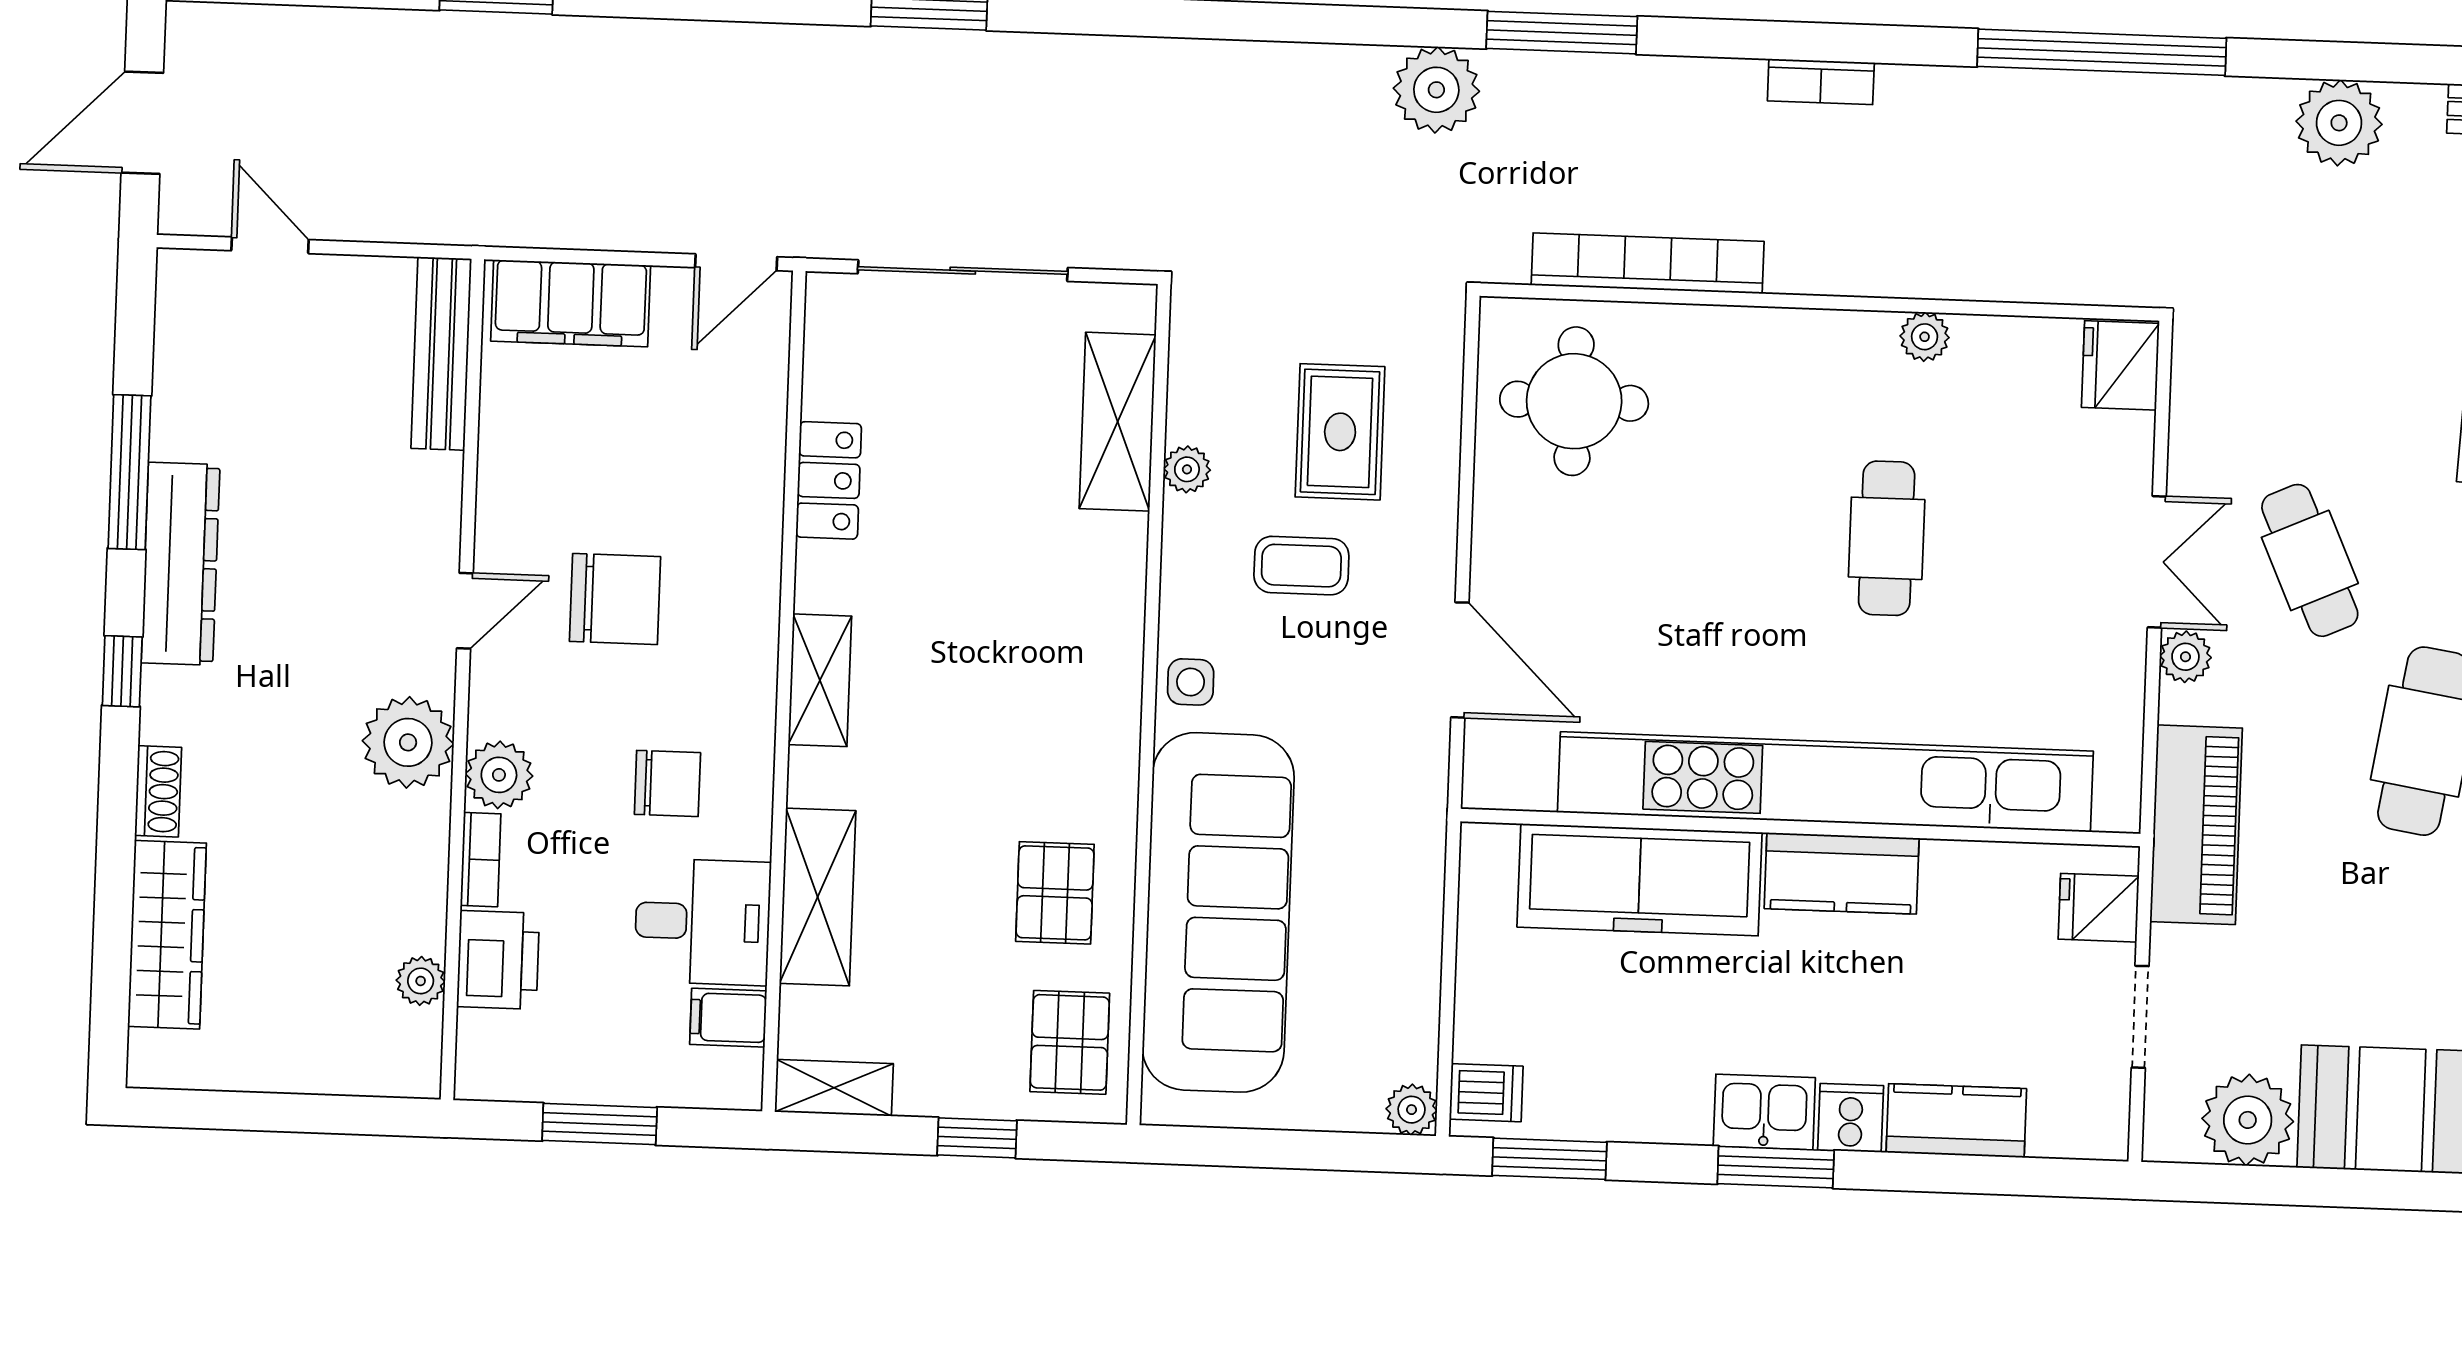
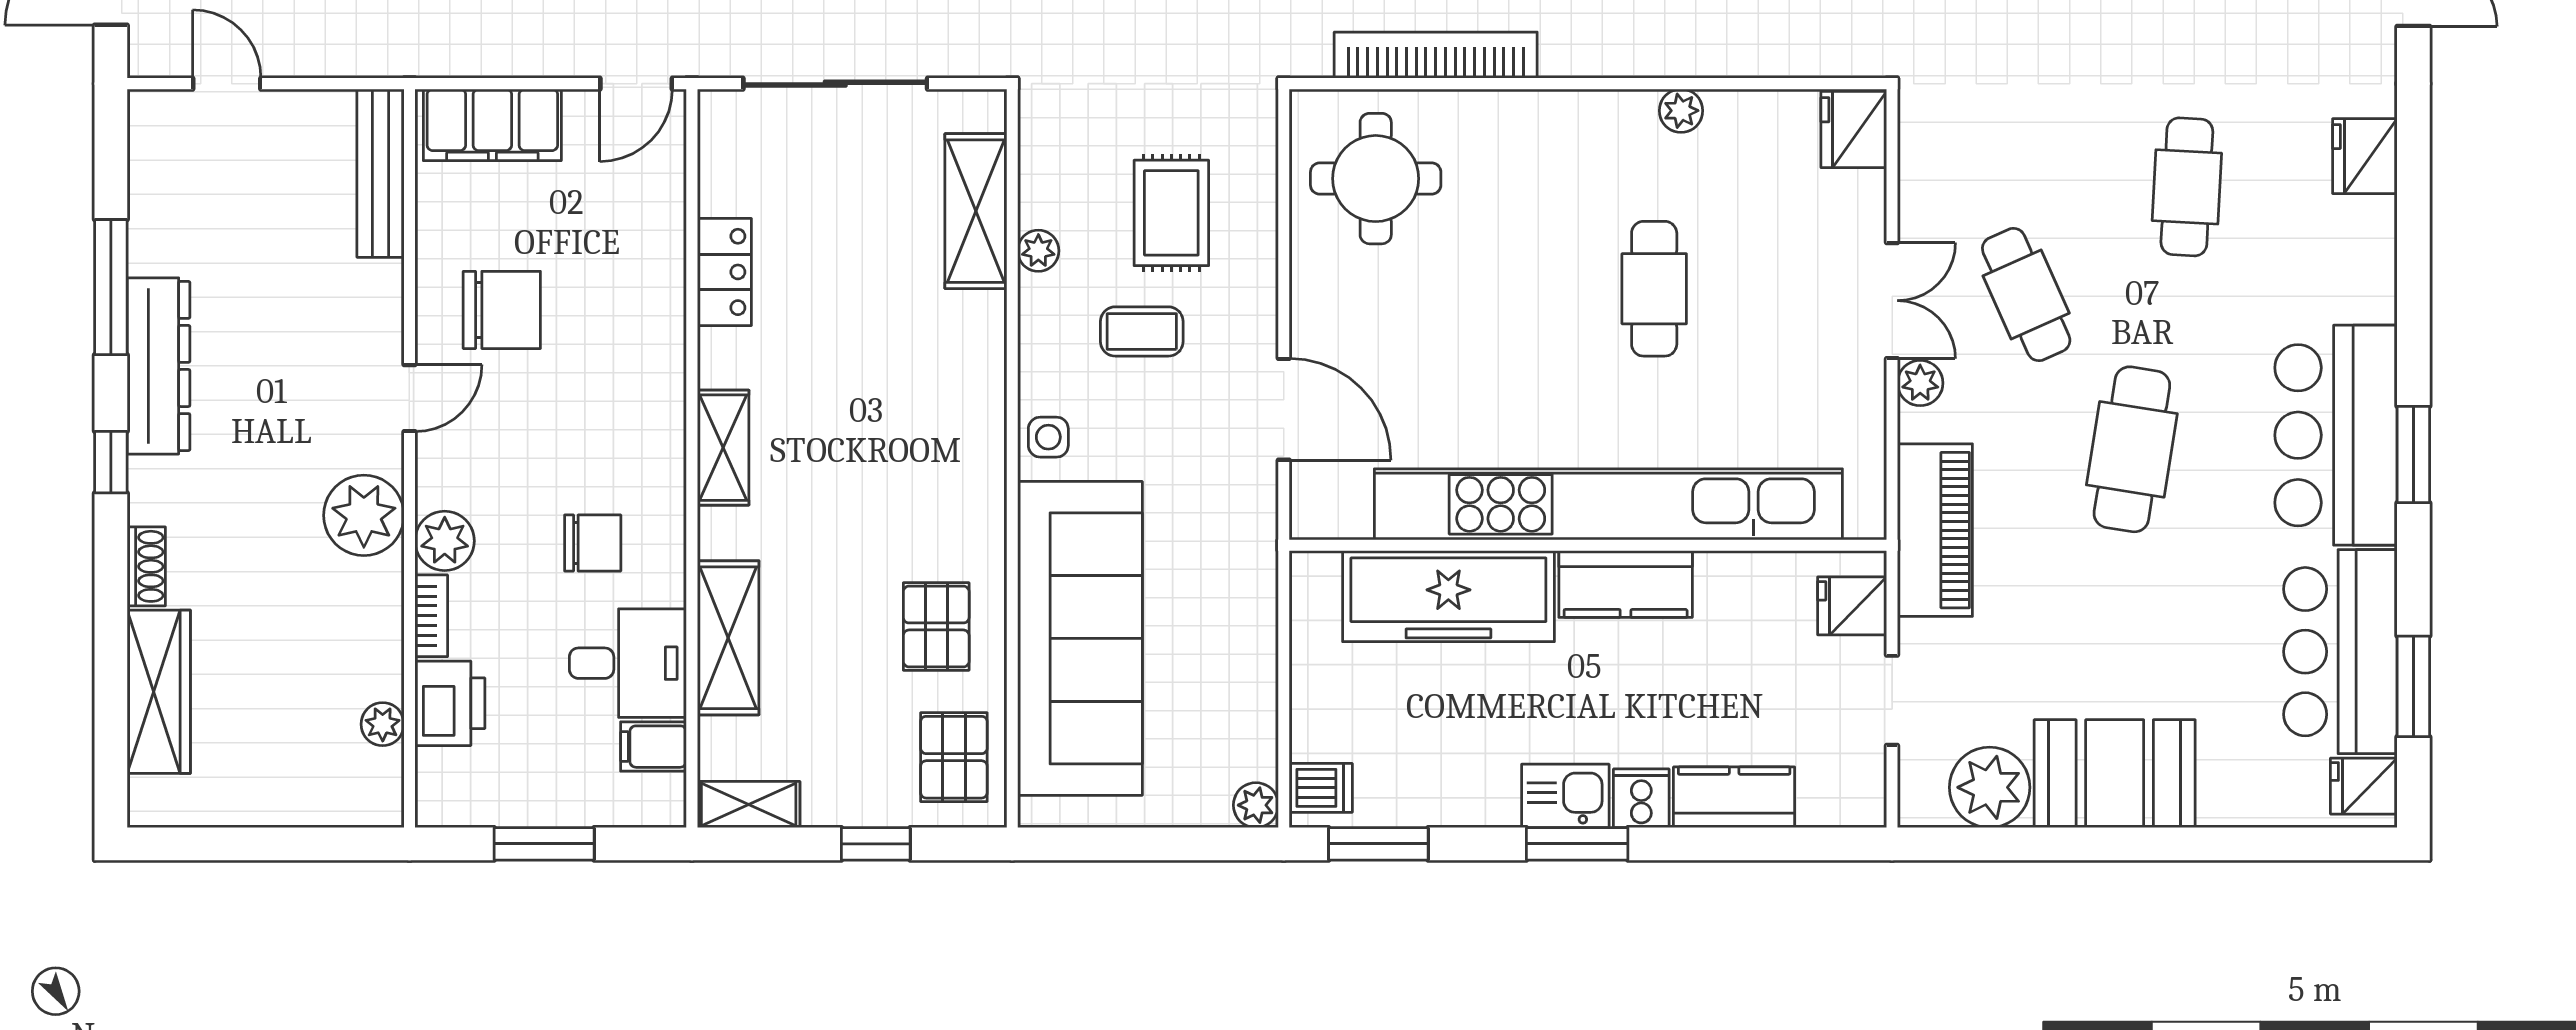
chair: (615, 599) -> (502, 310), moved

